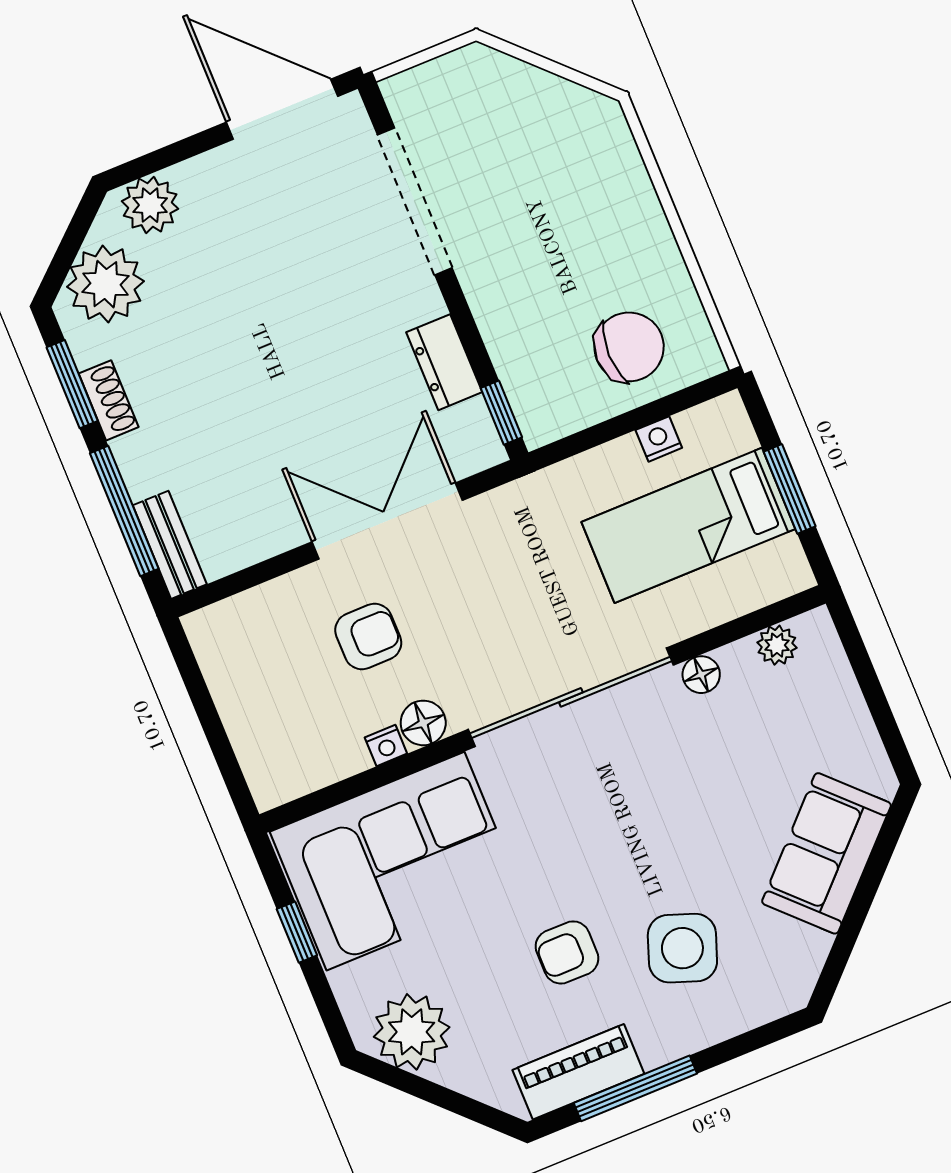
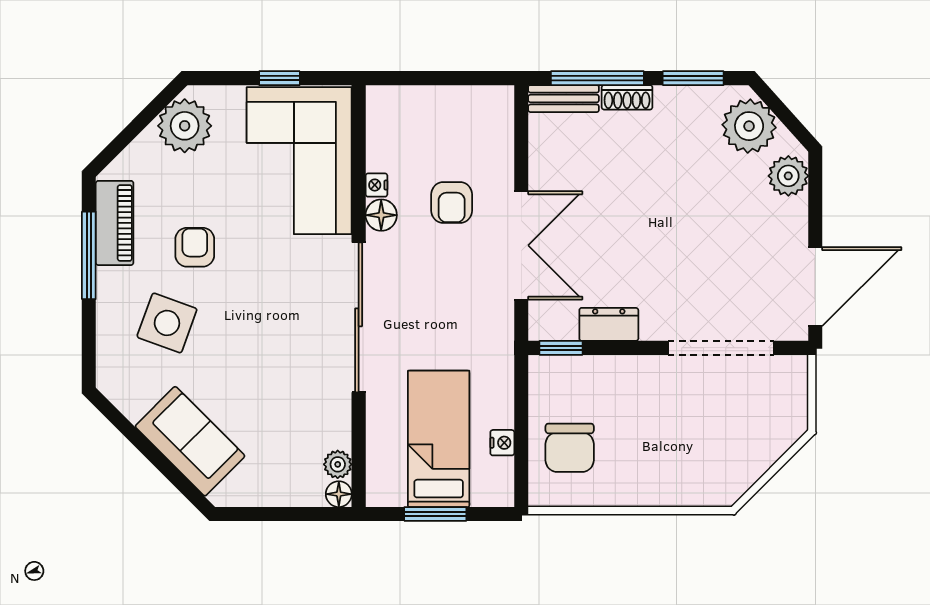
shoe rack: (109, 400) -> (627, 97), moved
floor lamp: (701, 675) -> (339, 494), moved

